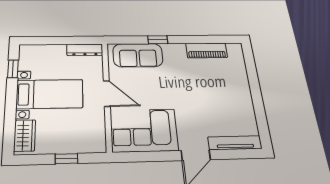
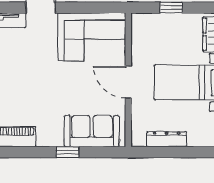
dresser: (85, 50) -> (167, 139), moved

